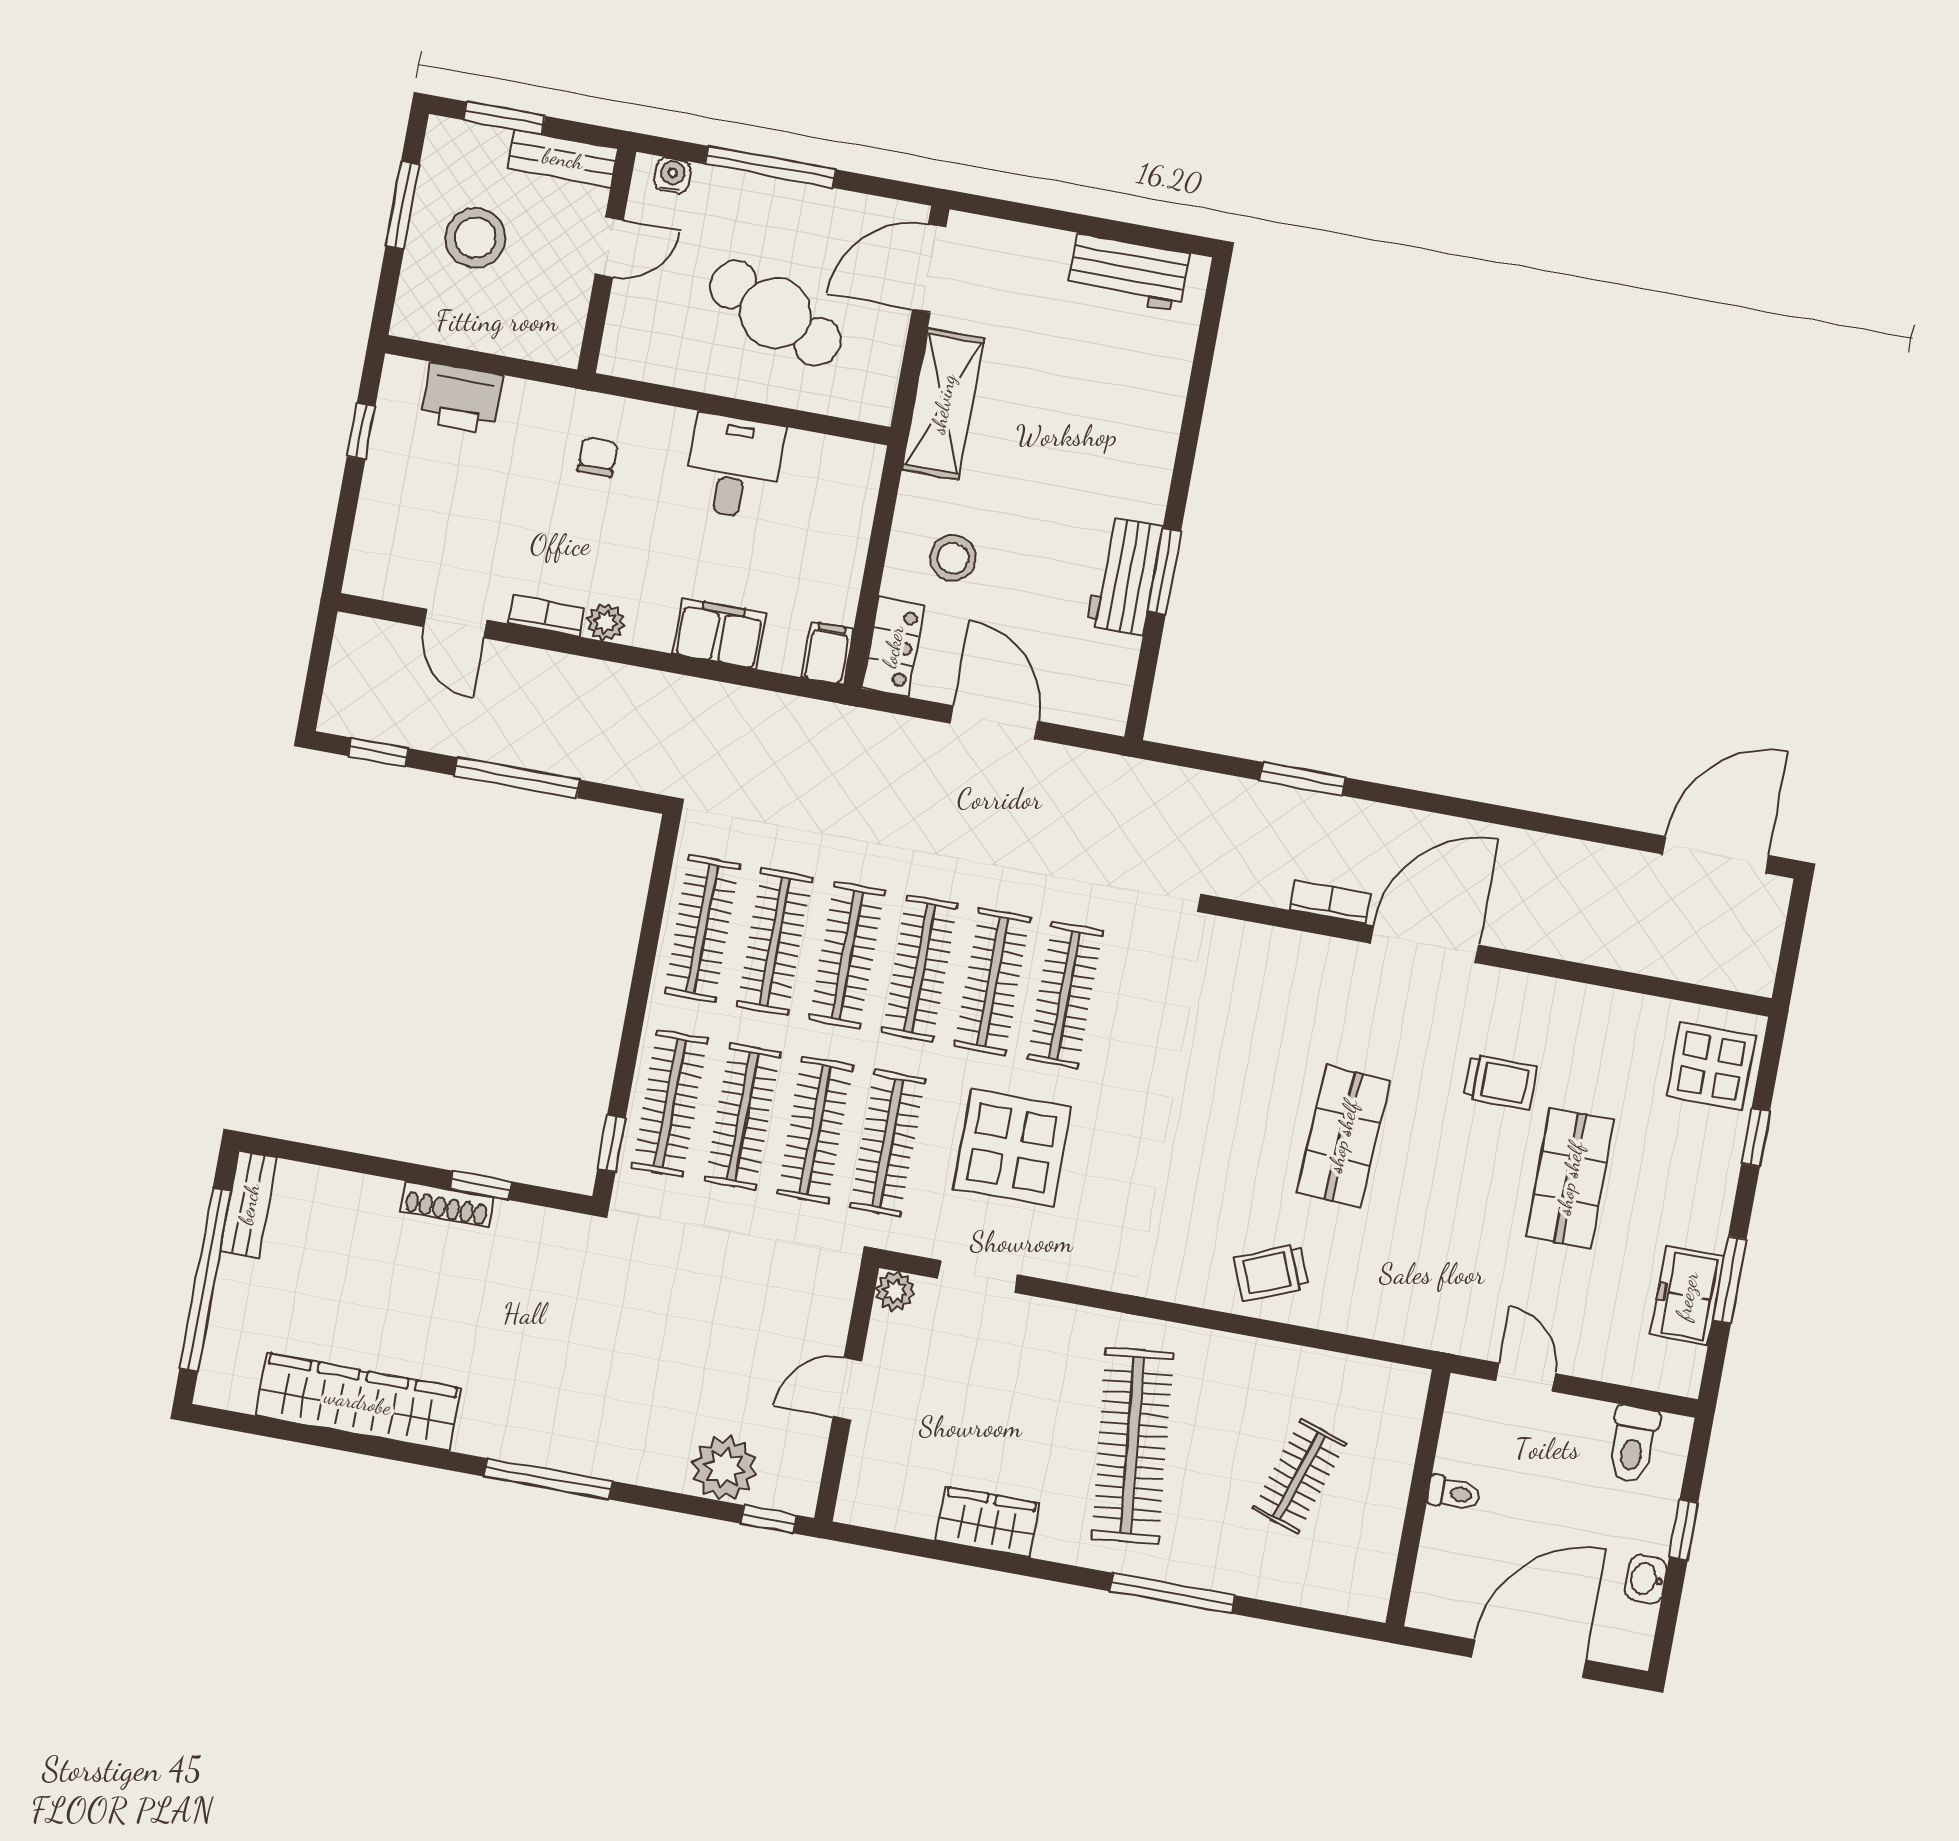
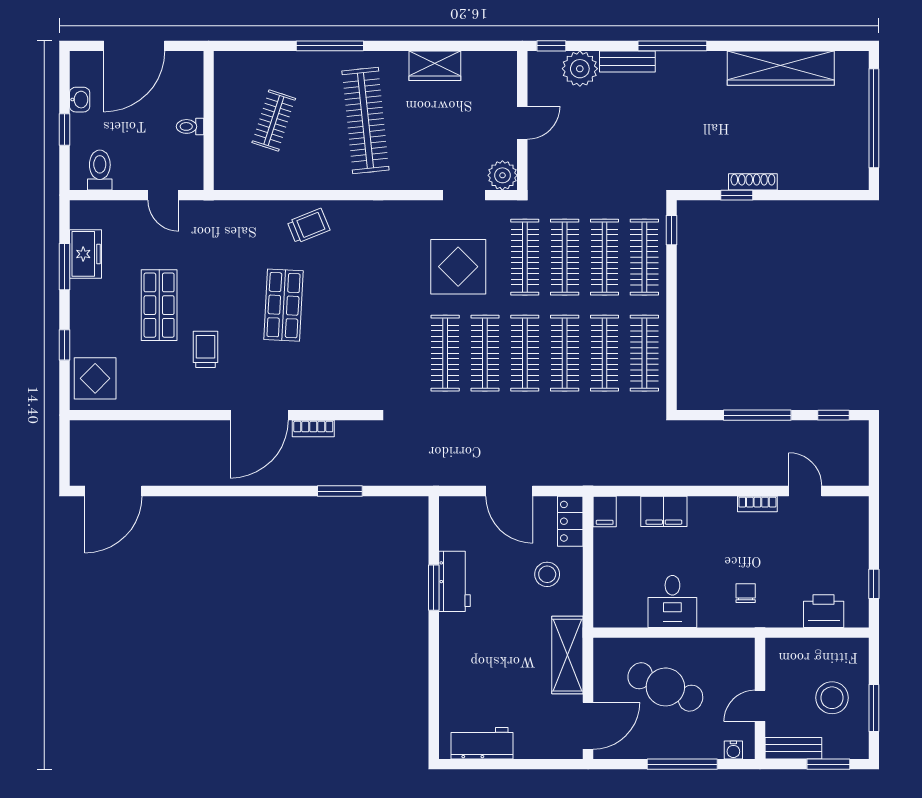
chair: (598, 457) -> (746, 593), turned 180
plant: (606, 622) -> (725, 506), removed
trolley: (1500, 1082) -> (205, 349), turned 90
bench: (249, 1204) -> (627, 62), moved, turned 90
plant: (895, 1291) -> (502, 175), width x1.38, depth x1.38

